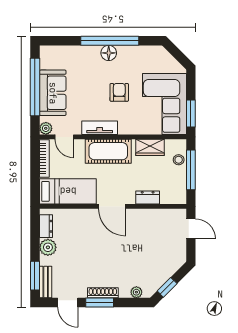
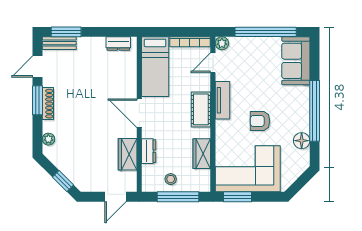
floor lamp: (109, 53) -> (302, 141), moved
armchair: (119, 92) -> (260, 121), turned 180
sofa: (53, 93) -> (296, 61), moved, turned 90
cot: (108, 151) -> (201, 109), width x0.73, depth x0.75
stool: (179, 160) -> (171, 179), moved
door: (112, 206) -> (139, 113), hinge flipped
wardrobe: (151, 217) -> (128, 154), added
plant: (48, 247) -> (96, 46), removed
window: (167, 287) -> (63, 181), moved

